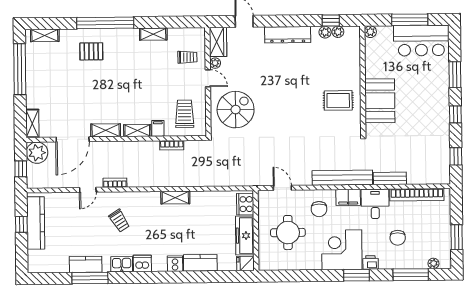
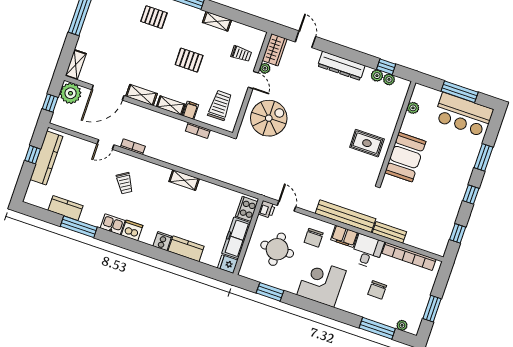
plant: (370, 32) -> (413, 108), moved
pallet: (140, 81) -> (189, 60), added
printer: (371, 263) -> (267, 209), moved, turned 90
kitchen counter: (86, 264) -> (65, 208), moved
window: (356, 275) -> (270, 292), moved

